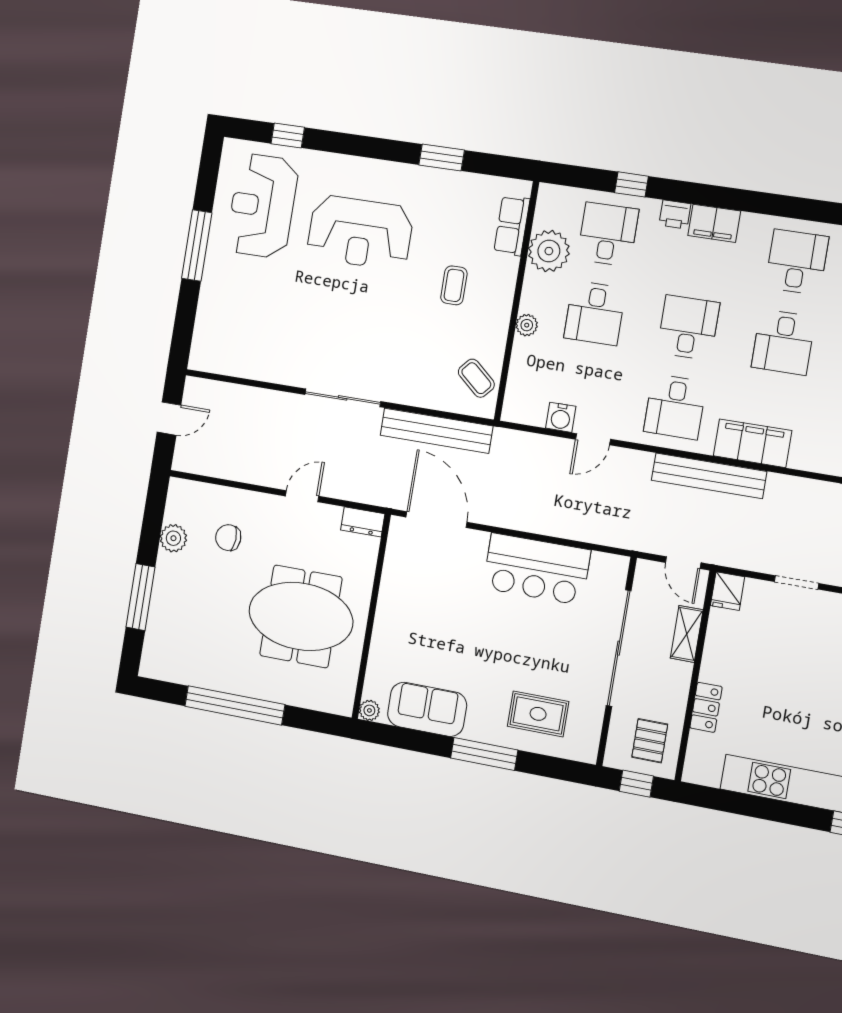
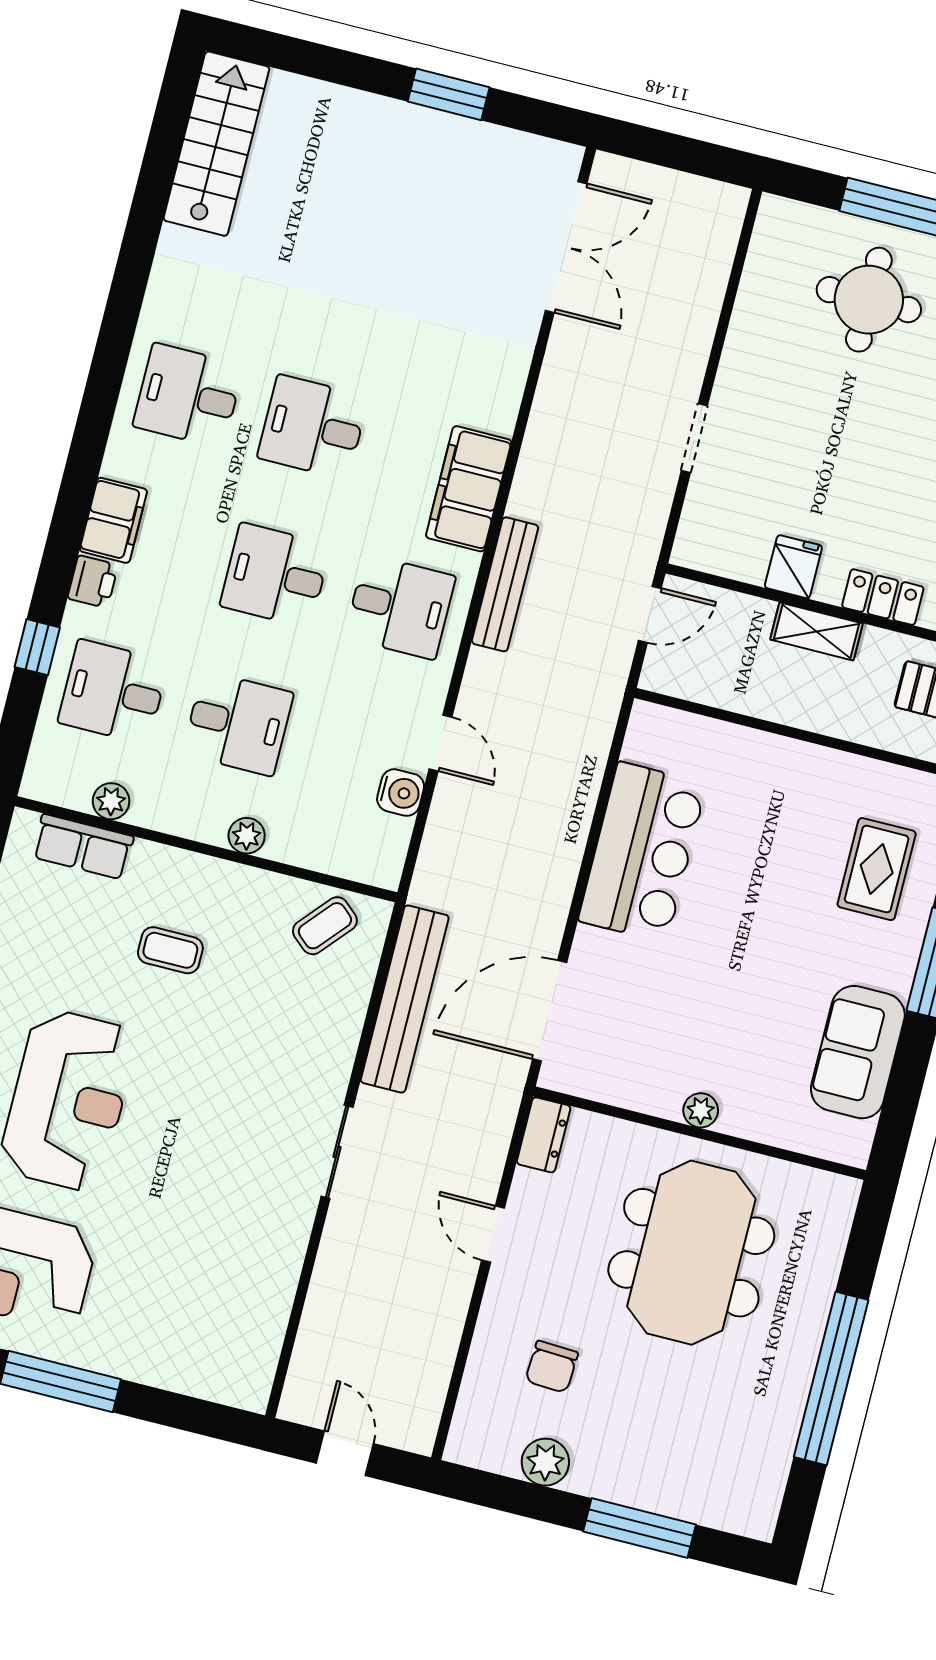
plant: (549, 251) -> (111, 801), width x0.53, depth x0.53
desk: (783, 342) -> (313, 427), turned 180
sliding door: (343, 398) -> (337, 1152), width x0.73
bench: (709, 476) -> (505, 584), width x0.73, depth x0.82
fridge: (728, 591) -> (793, 567), moved, turned -90
shelving: (687, 634) -> (816, 631), moved
sliding door: (619, 648) -> (779, 729), removed
plant: (369, 710) -> (701, 1110), moved

